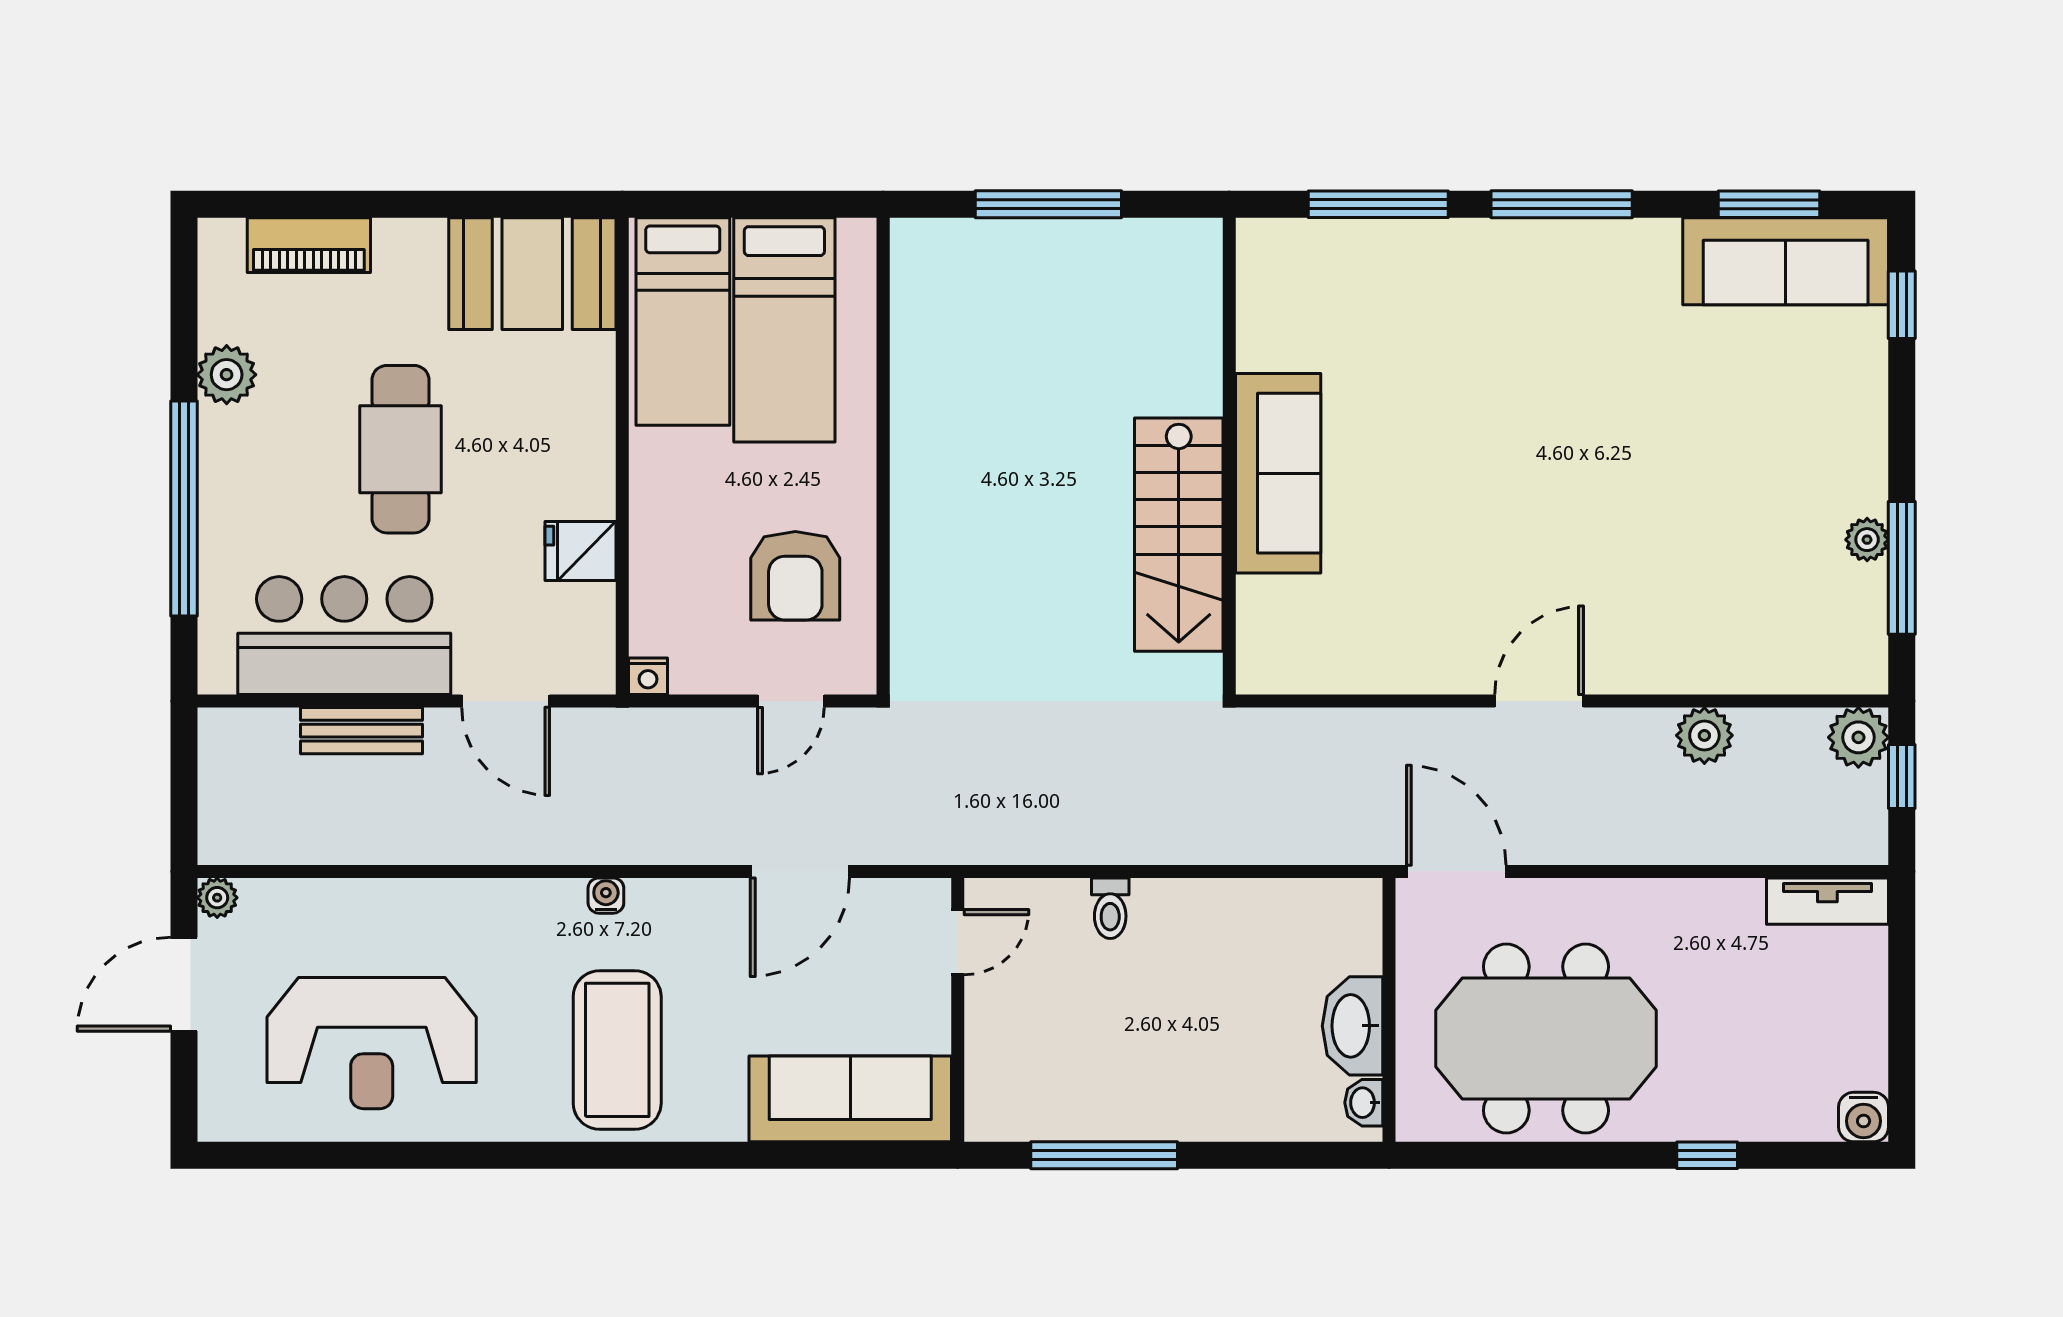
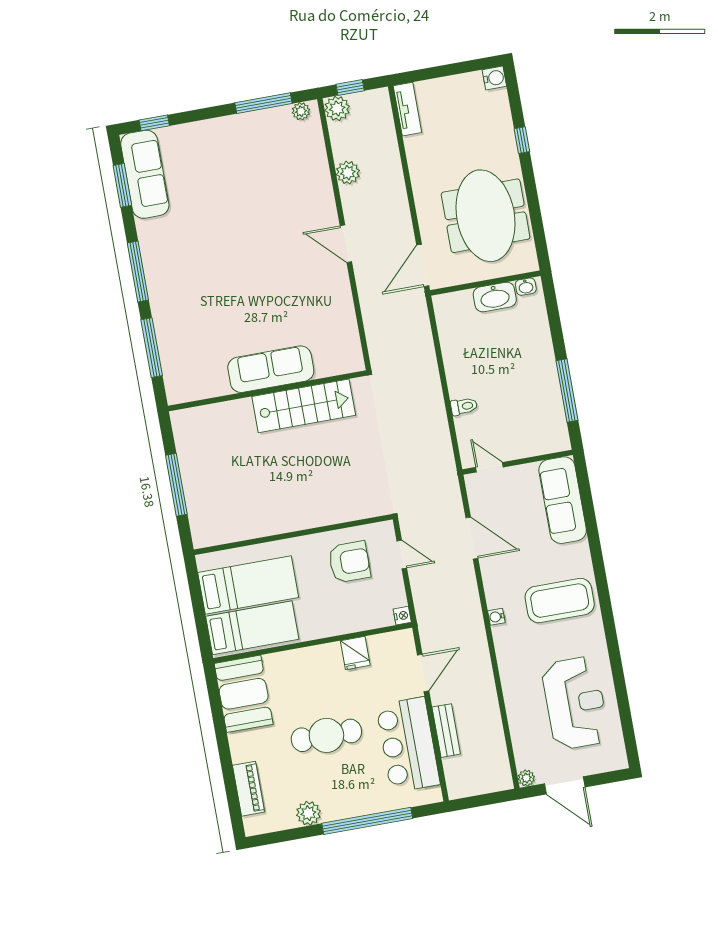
plant: (1867, 540) -> (301, 111), moved

